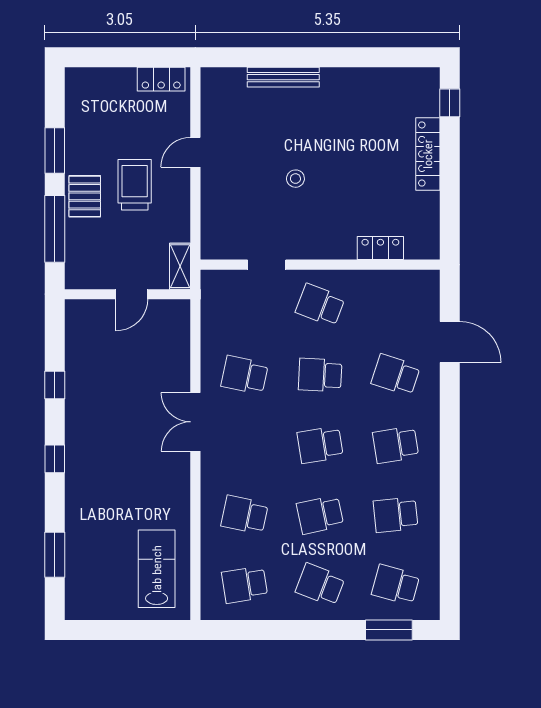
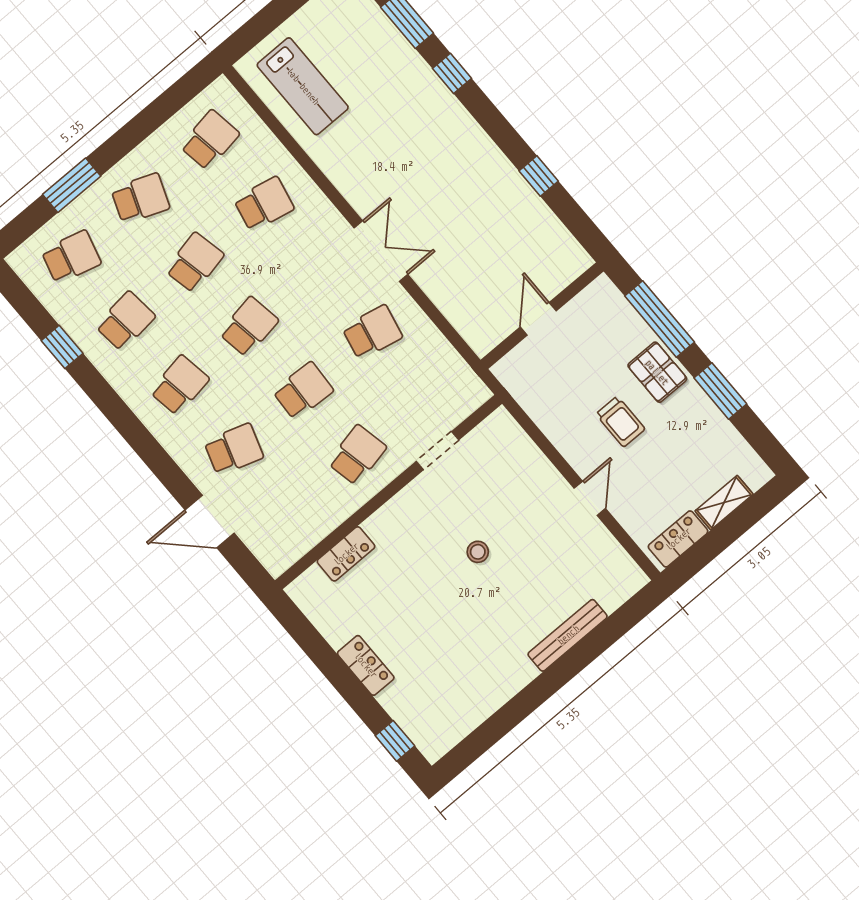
locker: (428, 154) -> (366, 665), width x0.66
trolley: (135, 185) -> (620, 422), width x0.73, depth x0.72
shelving: (180, 266) -> (724, 503), moved, turned 90
school desk: (320, 305) -> (357, 455), turned -33
window: (55, 459) -> (452, 73), moved
window: (450, 532) -> (62, 347), added
window: (389, 630) -> (72, 185), moved

